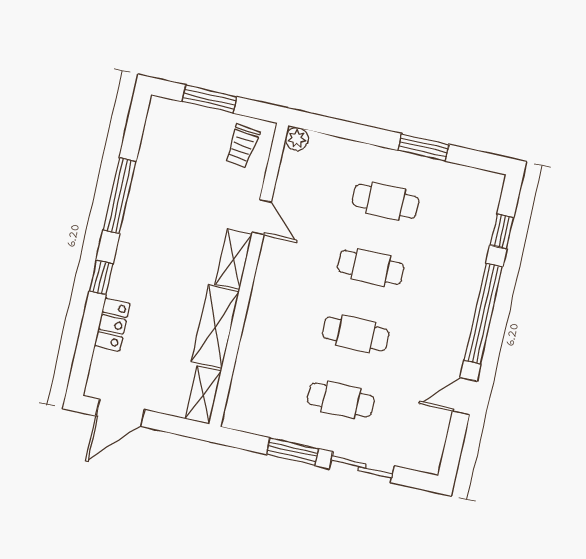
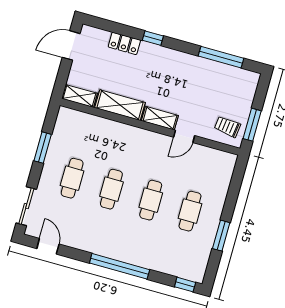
window: (209, 99) -> (252, 125), moved
plant: (297, 139) -> (230, 160), removed
window: (120, 196) -> (221, 57), moved
window: (502, 231) -> (185, 285), moved
door: (465, 396) -> (48, 246), moved
door: (120, 413) -> (71, 45), hinge flipped
sliding door: (362, 467) -> (26, 206), moved

